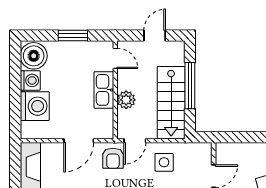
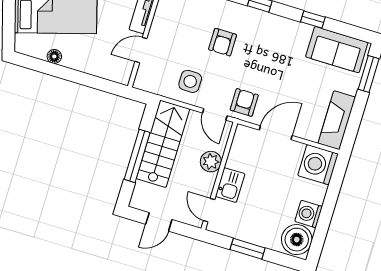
kitchen sink: (104, 90) -> (230, 185), width x0.73
washing machine: (35, 106) -> (318, 165), moved
door: (135, 141) -> (215, 114), swing flipped

